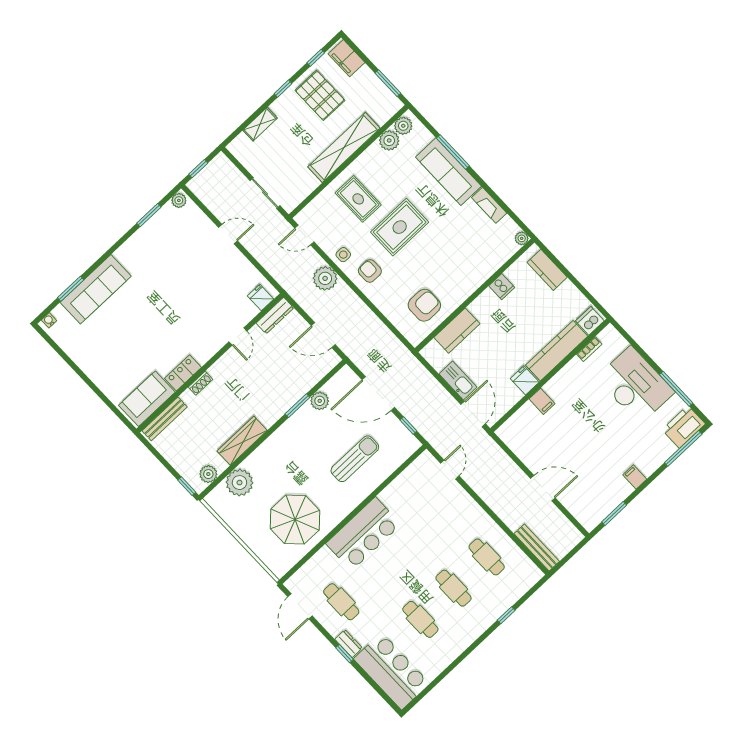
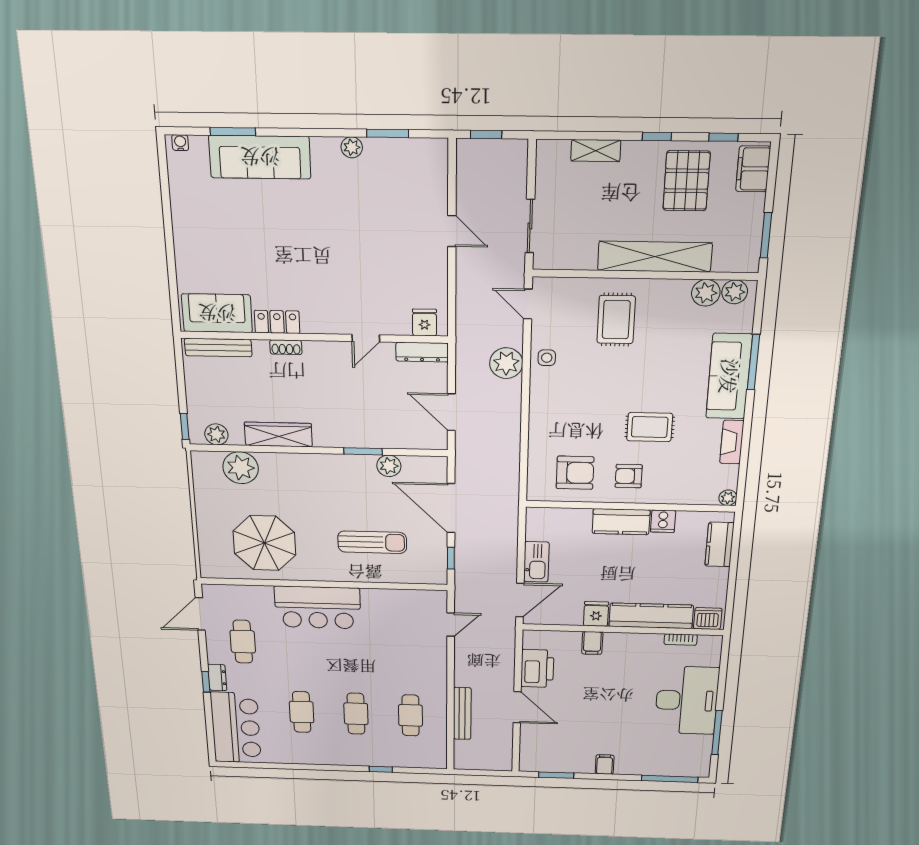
plant: (179, 200) -> (352, 147), moved
rug: (400, 227) -> (650, 427), moved, width x0.73, depth x0.70
armchair: (370, 271) -> (629, 476), moved, turned -90
kitchen counter: (457, 331) -> (621, 522), moved
printer: (684, 427) -> (537, 668), moved, turned 90
bench: (537, 548) -> (462, 714), moved

